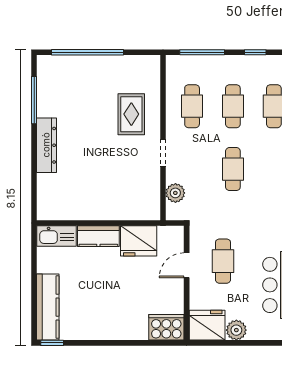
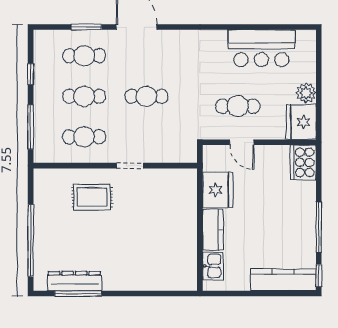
dresser: (46, 145) -> (74, 281), moved
plant: (175, 193) -> (170, 153), removed
kitchen sink: (56, 236) -> (213, 266), width x0.73
window: (101, 343) -> (319, 227), added

